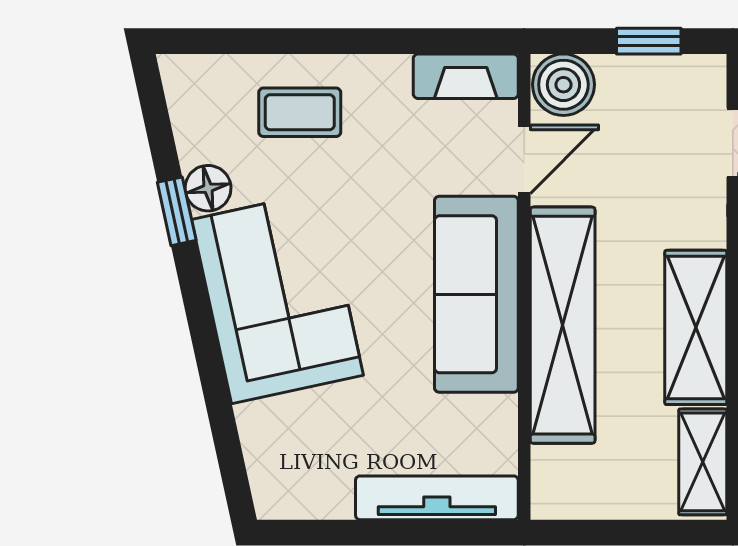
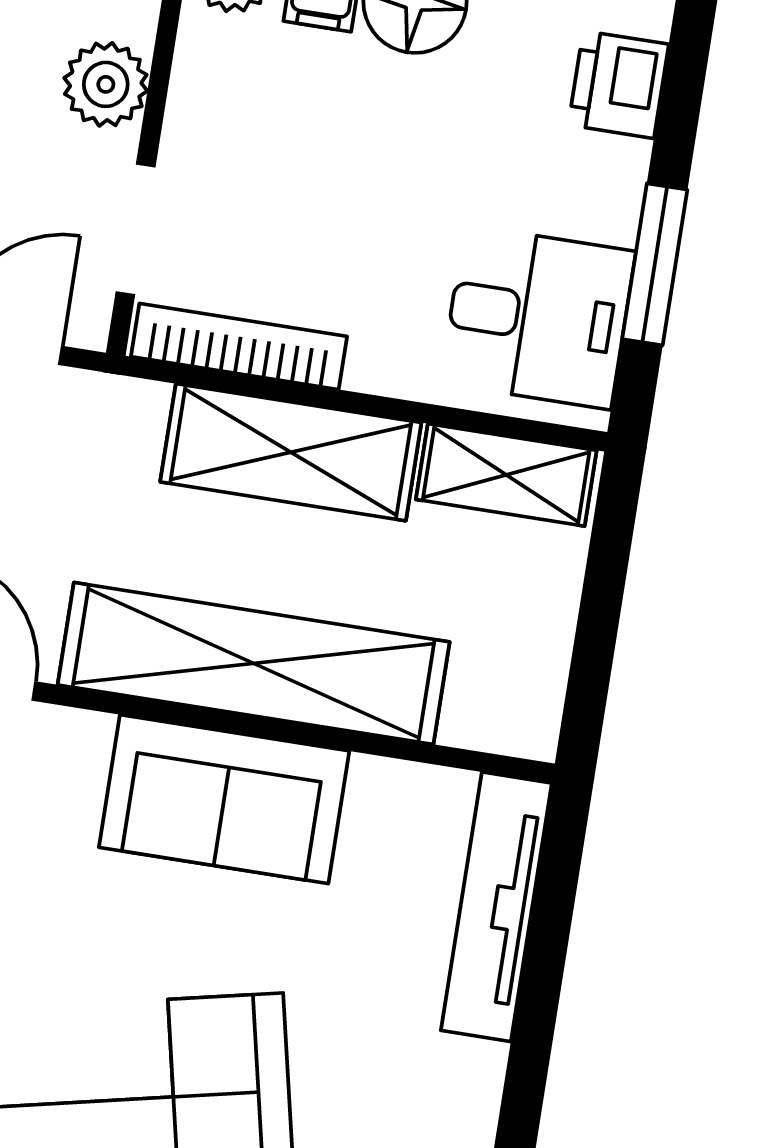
sofa: (476, 294) -> (224, 799), width x0.73

